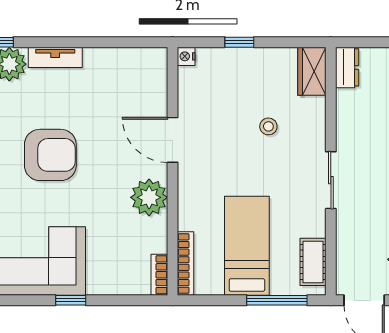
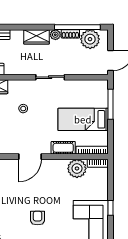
armchair: (50, 155) -> (38, 218), width x0.53, depth x0.53
plant: (149, 197) -> (77, 168), moved
cot: (313, 262) -> (63, 148), moved

